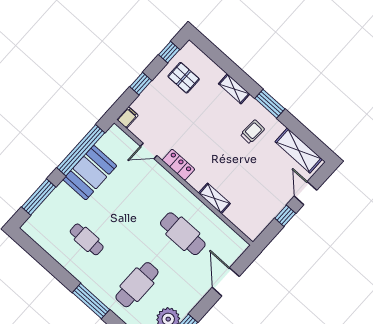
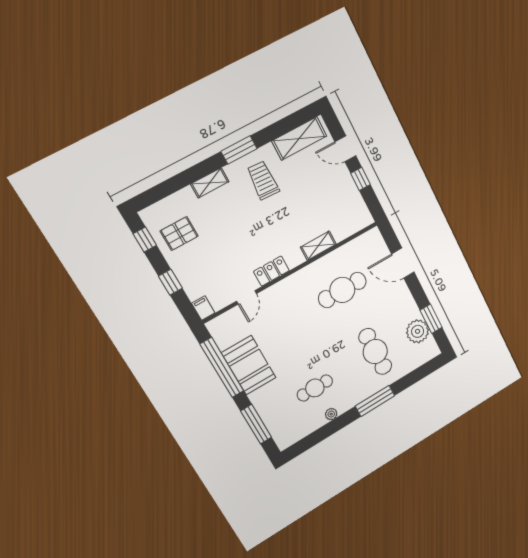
trolley: (252, 132) -> (263, 180), width x1.36, depth x1.39
plant: (67, 263) -> (331, 414), added

